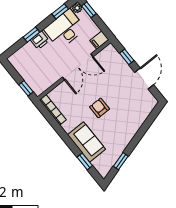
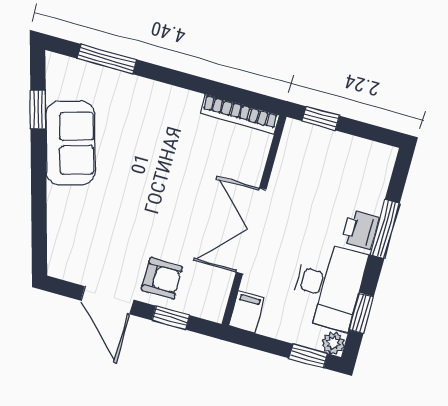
window: (31, 35) -> (385, 229), width x1.50
armchair: (100, 108) -> (162, 278), moved
sofa: (87, 142) -> (70, 143), moved, turned -106
window: (85, 161) -> (107, 59), width x1.50

